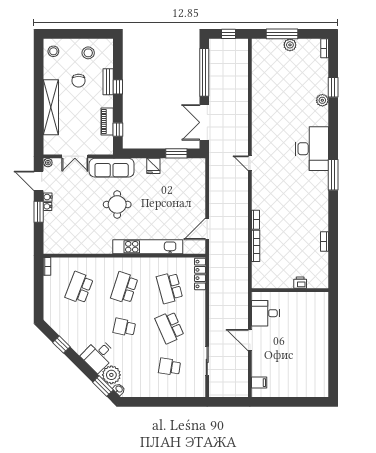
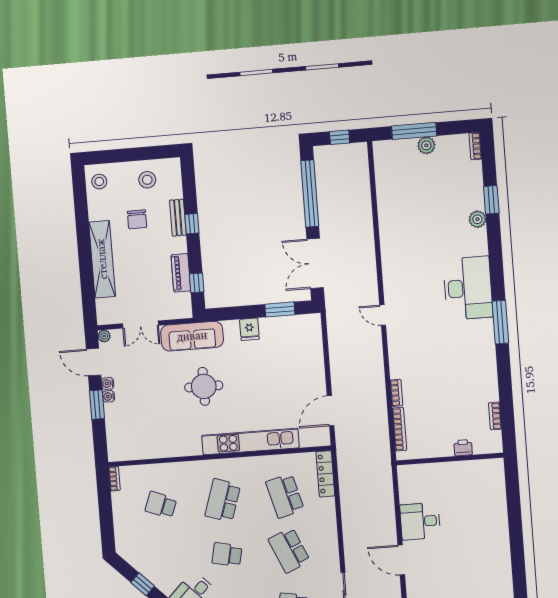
printer: (300, 283) -> (463, 448), moved
school desk: (79, 288) -> (161, 505), width x0.54
wall: (290, 290) -> (450, 459), moved

